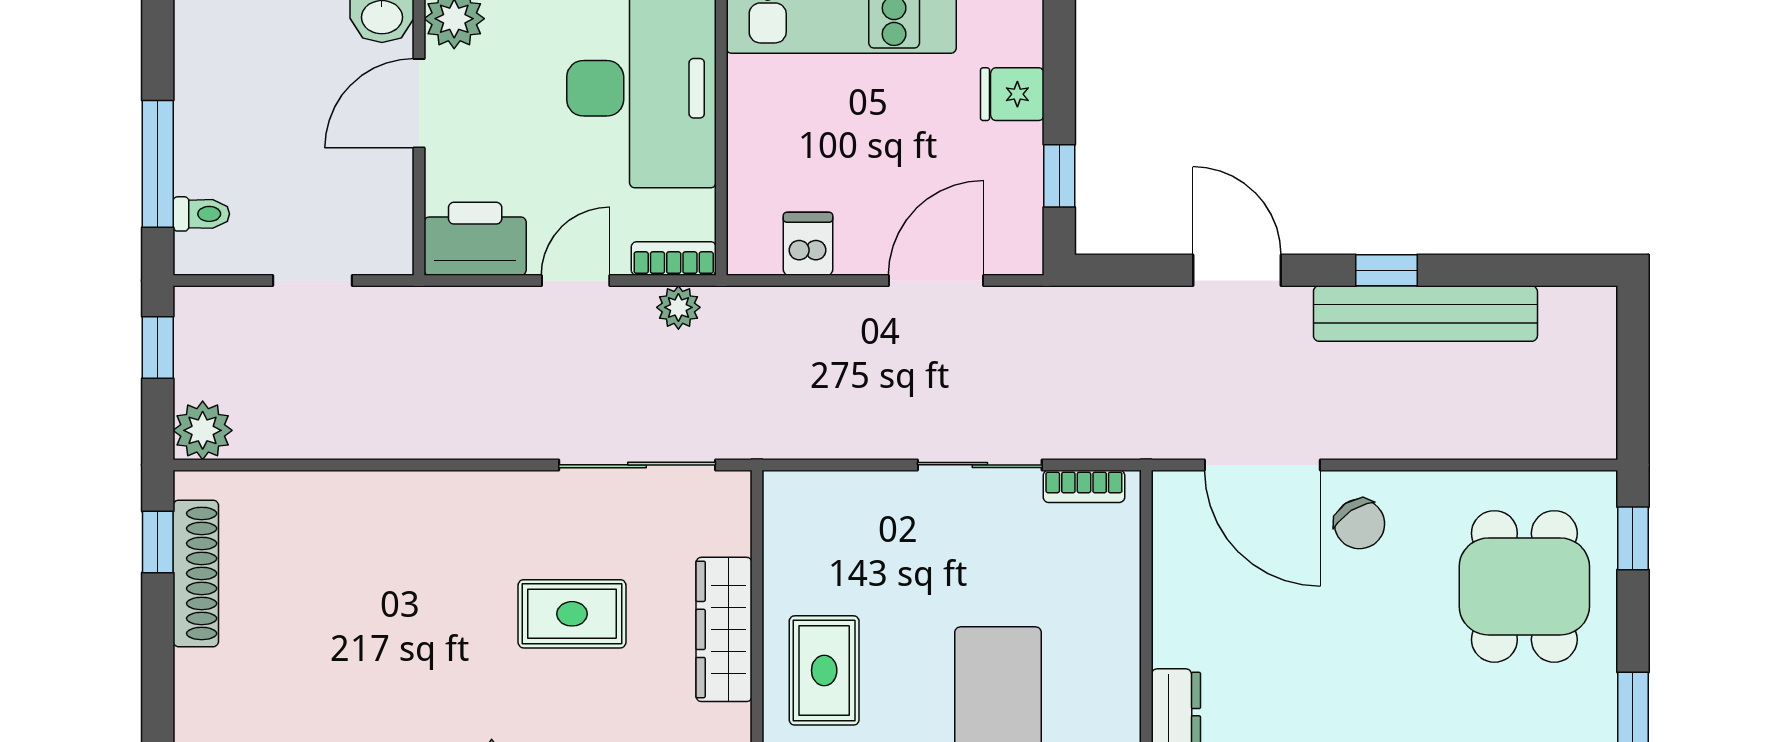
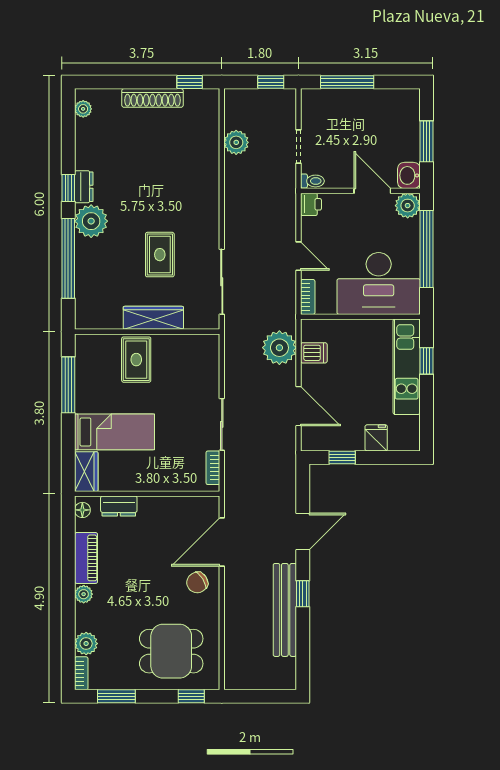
toilet: (201, 214) -> (312, 181), moved, turned -90
printer: (475, 239) -> (311, 204), width x0.53, depth x0.68
plant: (678, 307) -> (279, 348), moved, width x1.87, depth x1.87
plant: (203, 430) -> (236, 142), moved
shoe rack: (196, 573) -> (152, 98), moved
rug: (824, 670) -> (136, 360), turned 90

